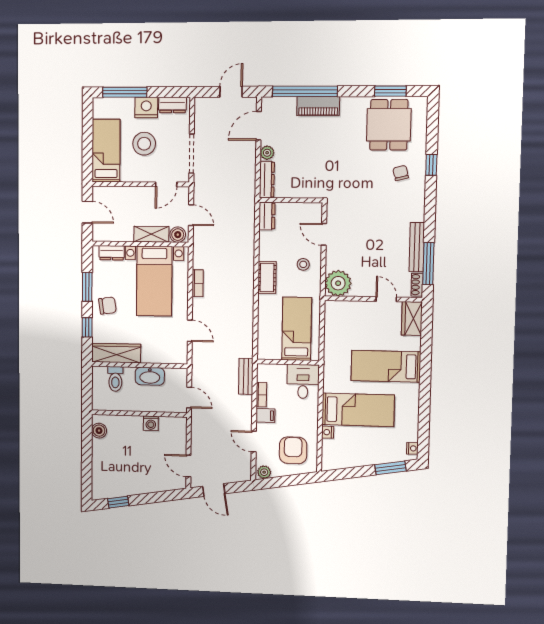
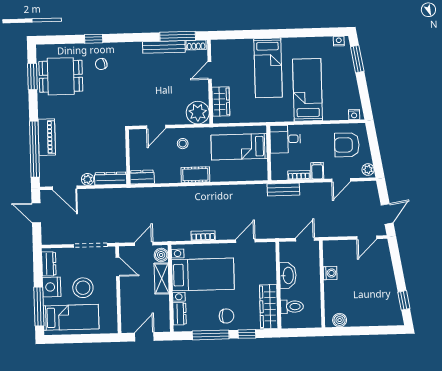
bed: (106, 151) -> (71, 317), moved, turned 180
window: (87, 287) -> (211, 335), width x1.44
chair: (107, 306) -> (226, 316), turned 98
wardrobe: (412, 319) -> (221, 102), moved, turned -90
nightstand: (328, 432) -> (354, 115), moved

